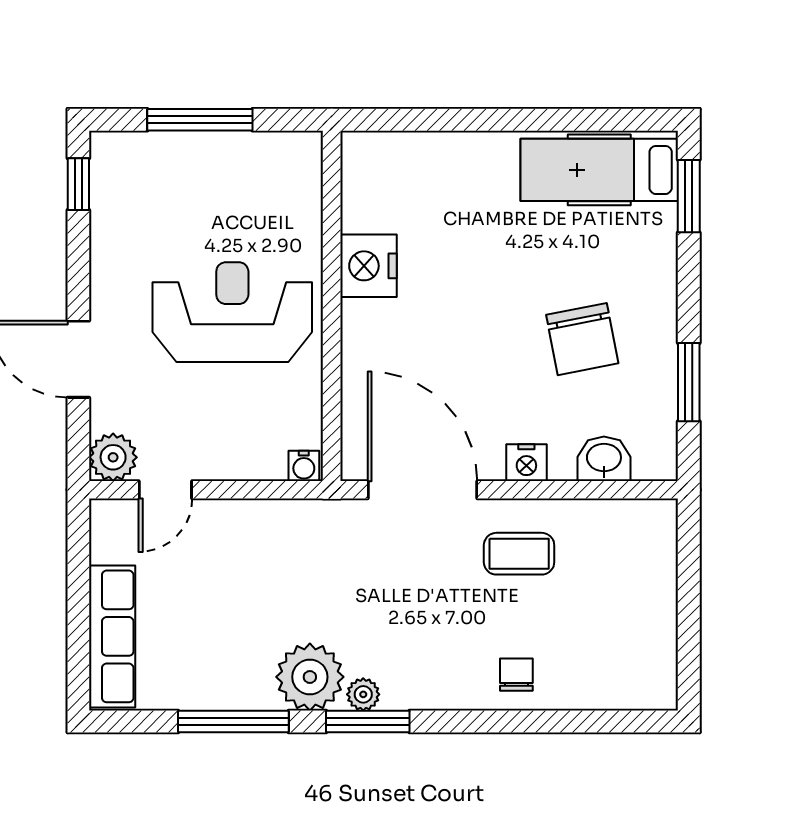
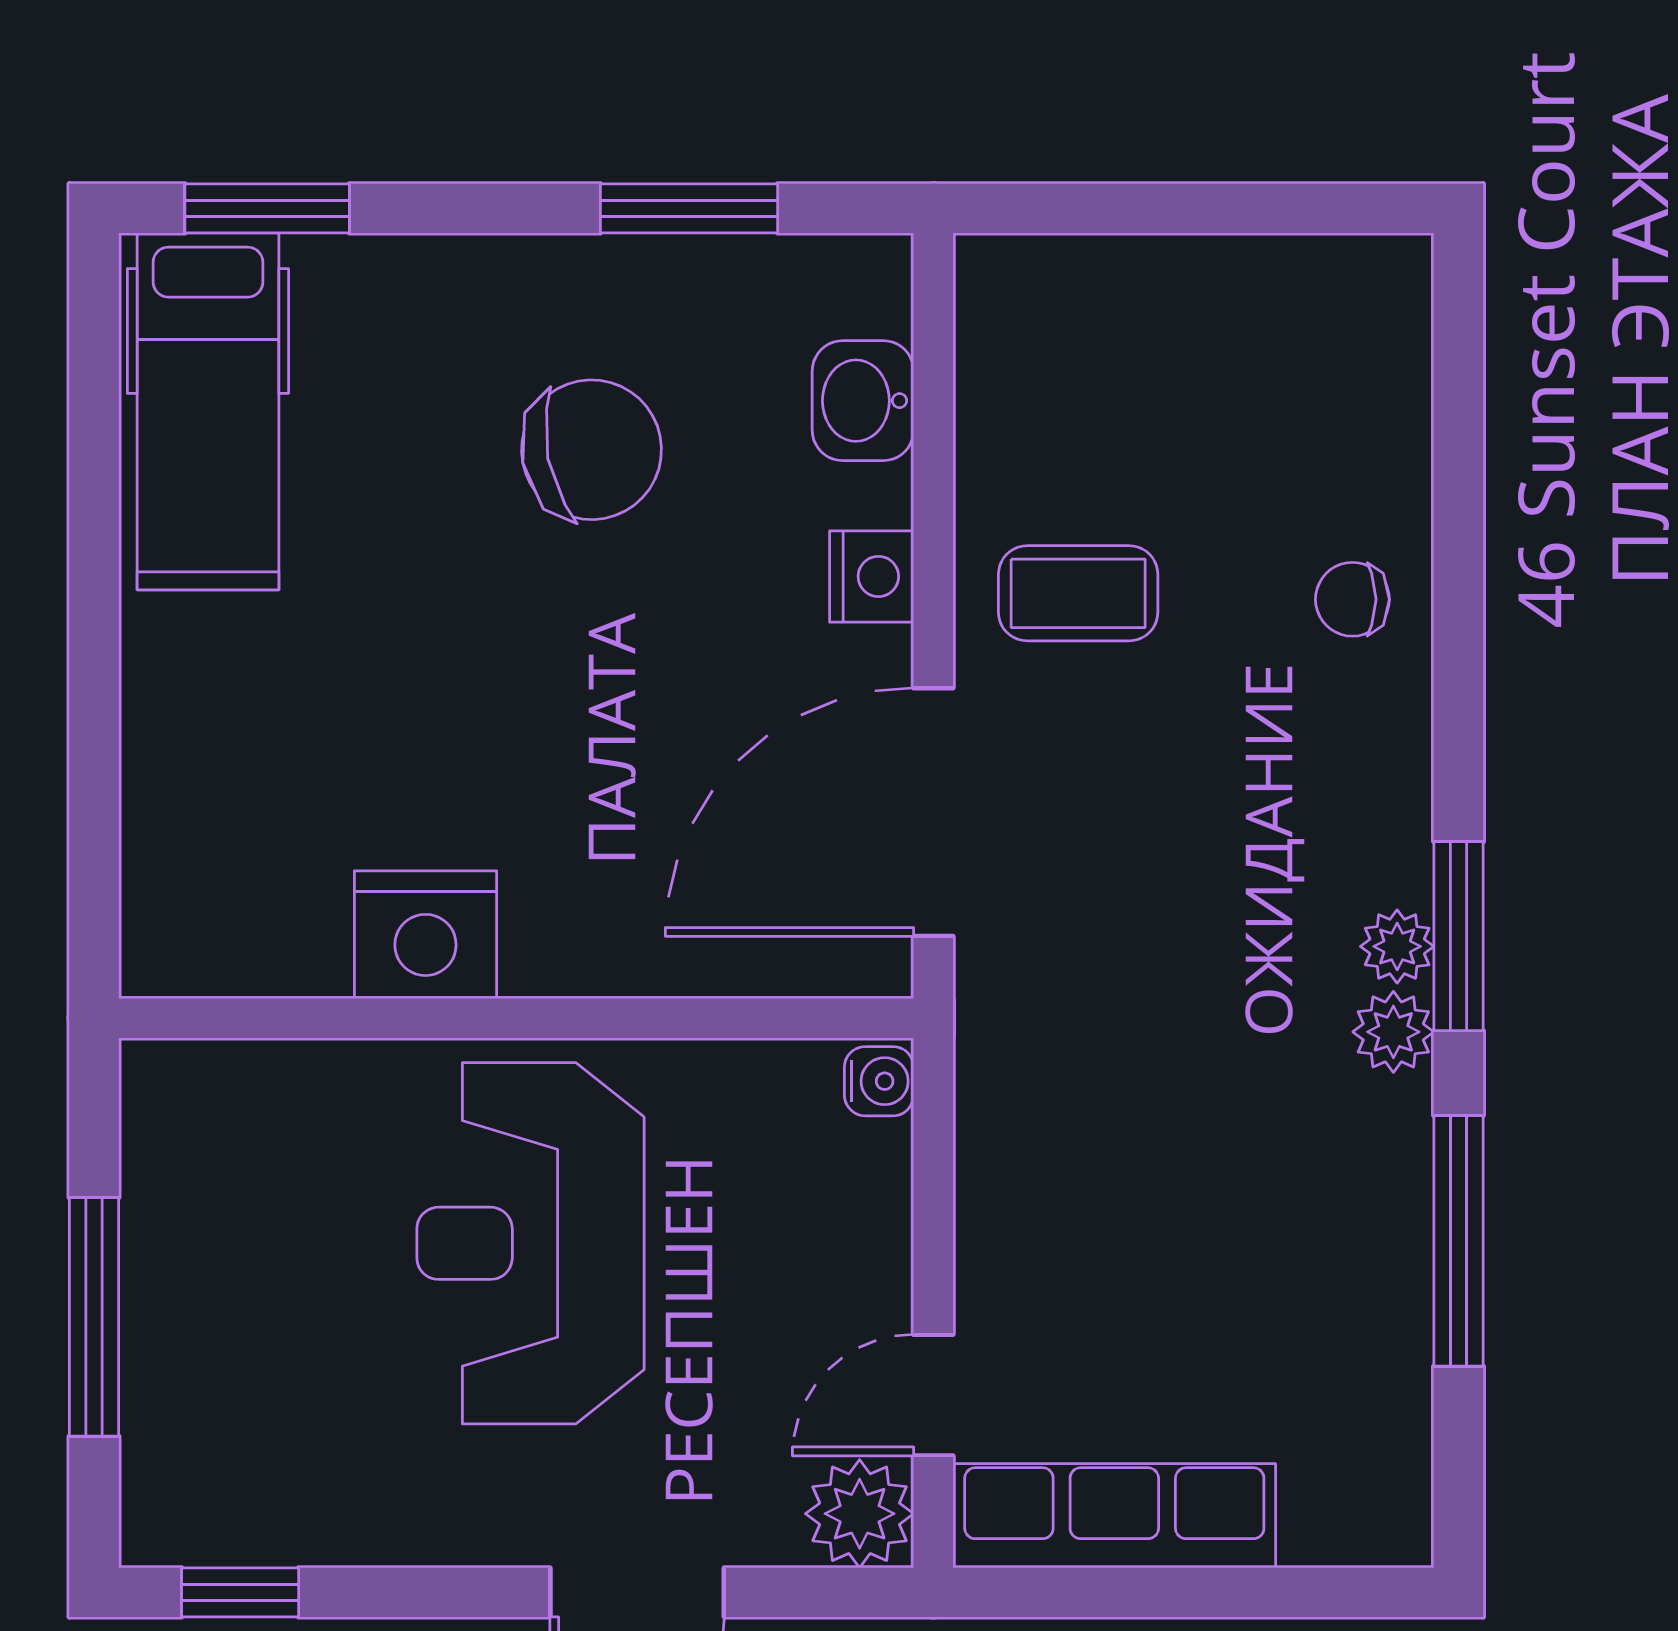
door: (165, 490) -> (933, 1395), swing flipped
coffee table: (519, 554) -> (1078, 593), turned 90
row of seats: (112, 636) -> (1114, 1516), moved
plant: (310, 677) -> (1393, 1032), width x0.53, depth x0.53

